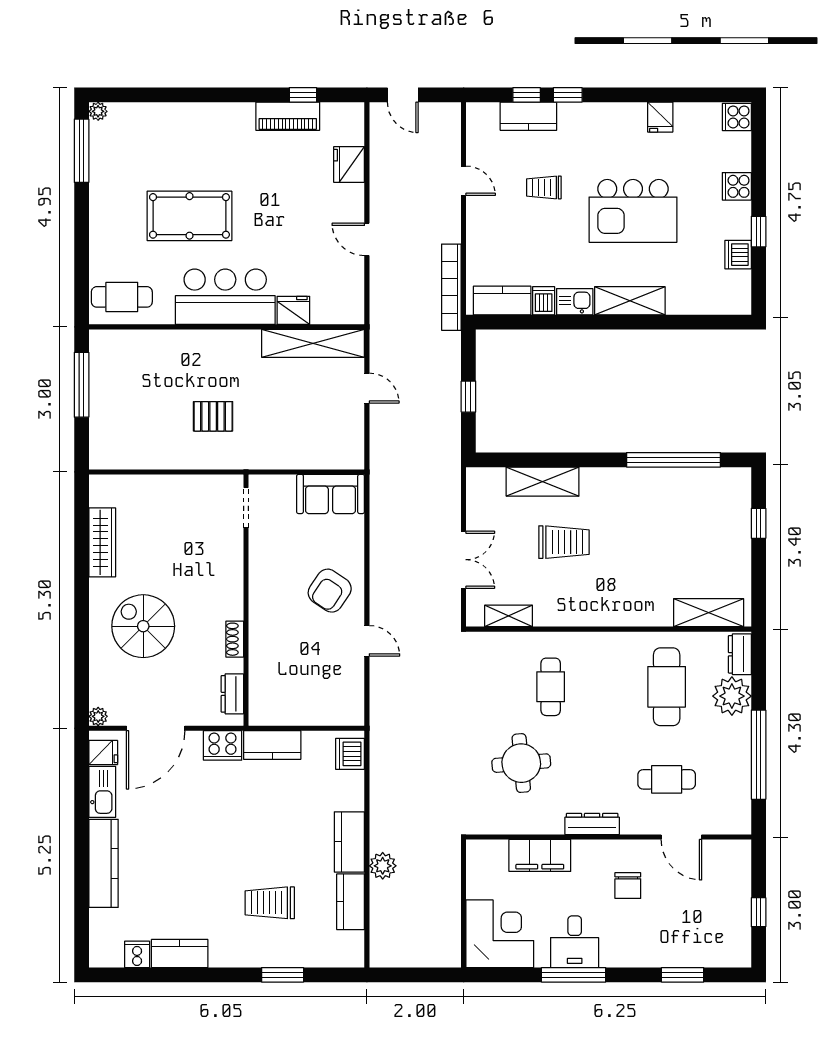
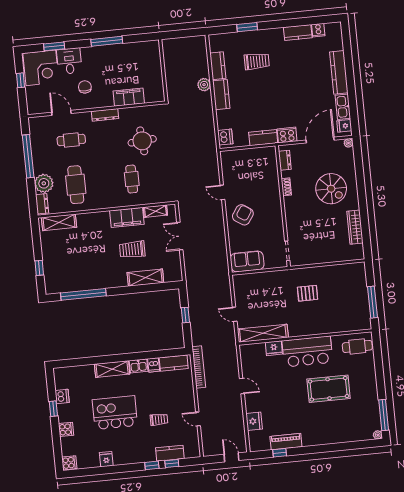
filing cabinet: (568, 609) -> (127, 217), added
corner desk: (500, 934) -> (41, 68), moved, turned -90
desk: (575, 942) -> (69, 61), moved

